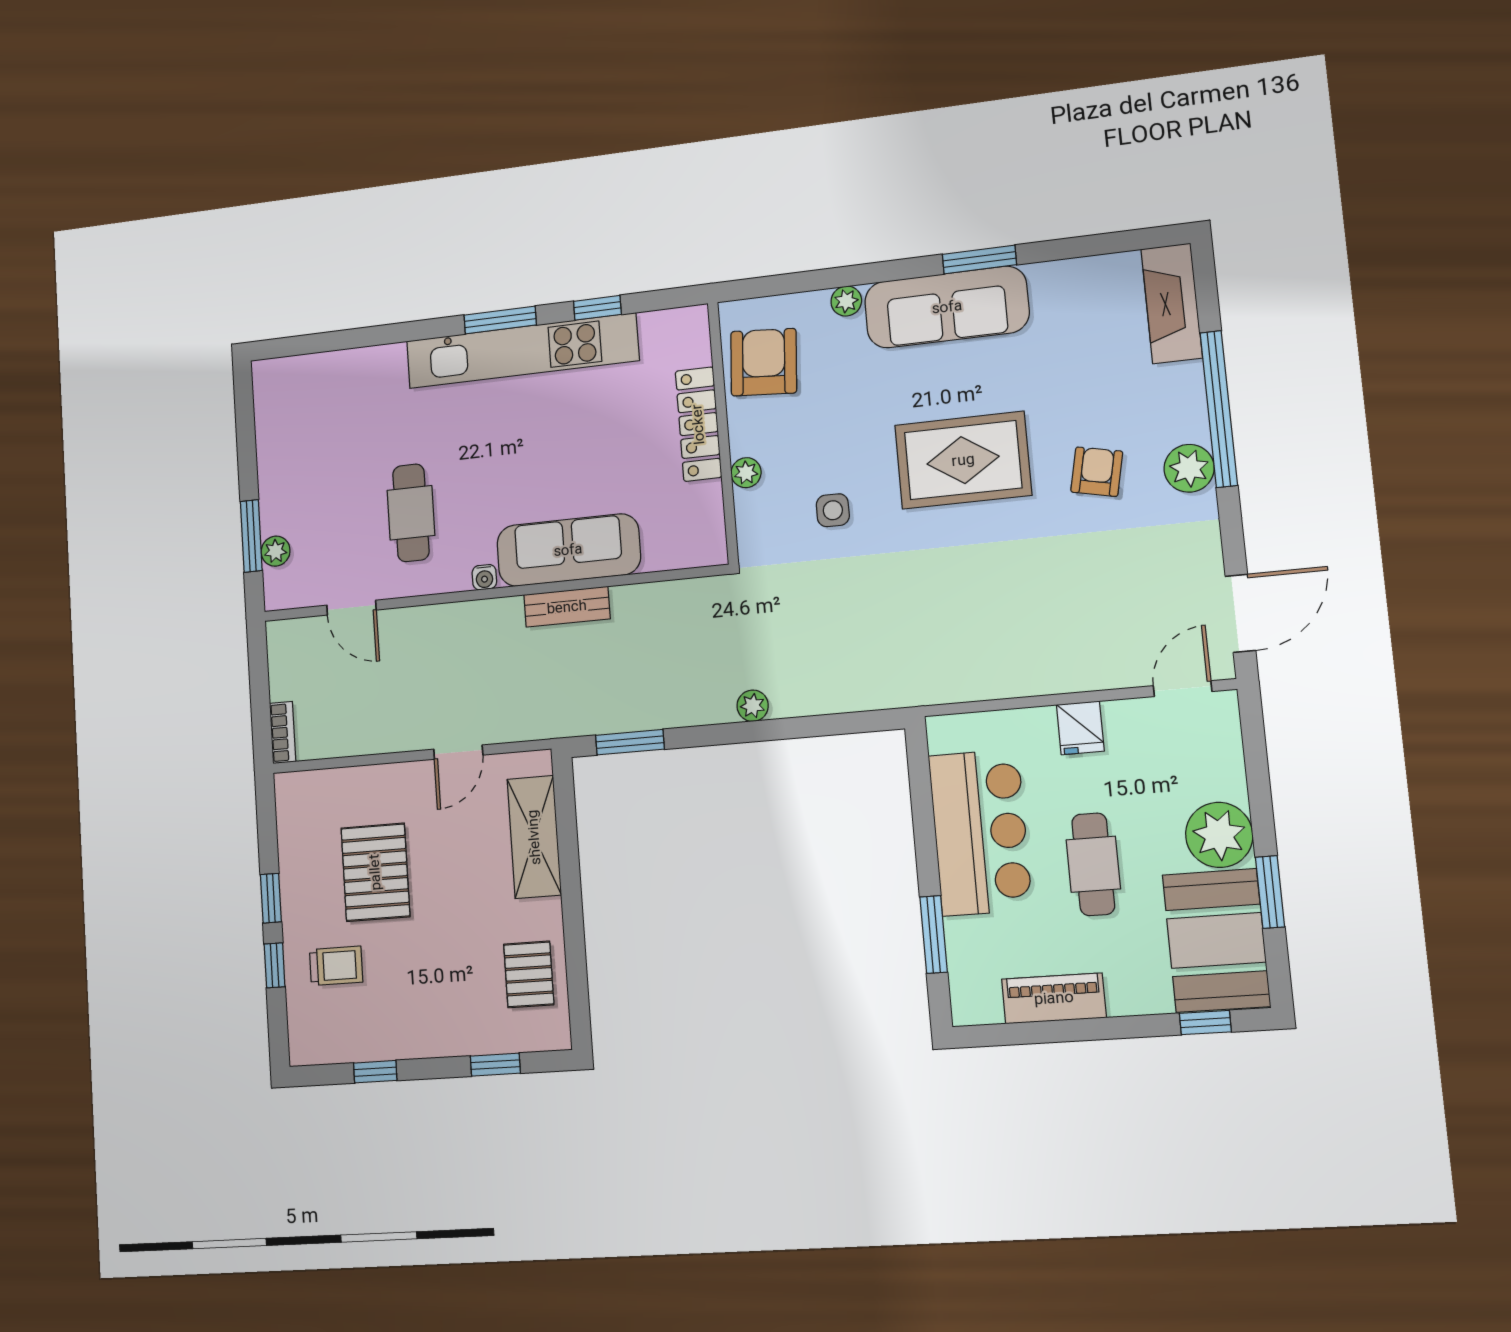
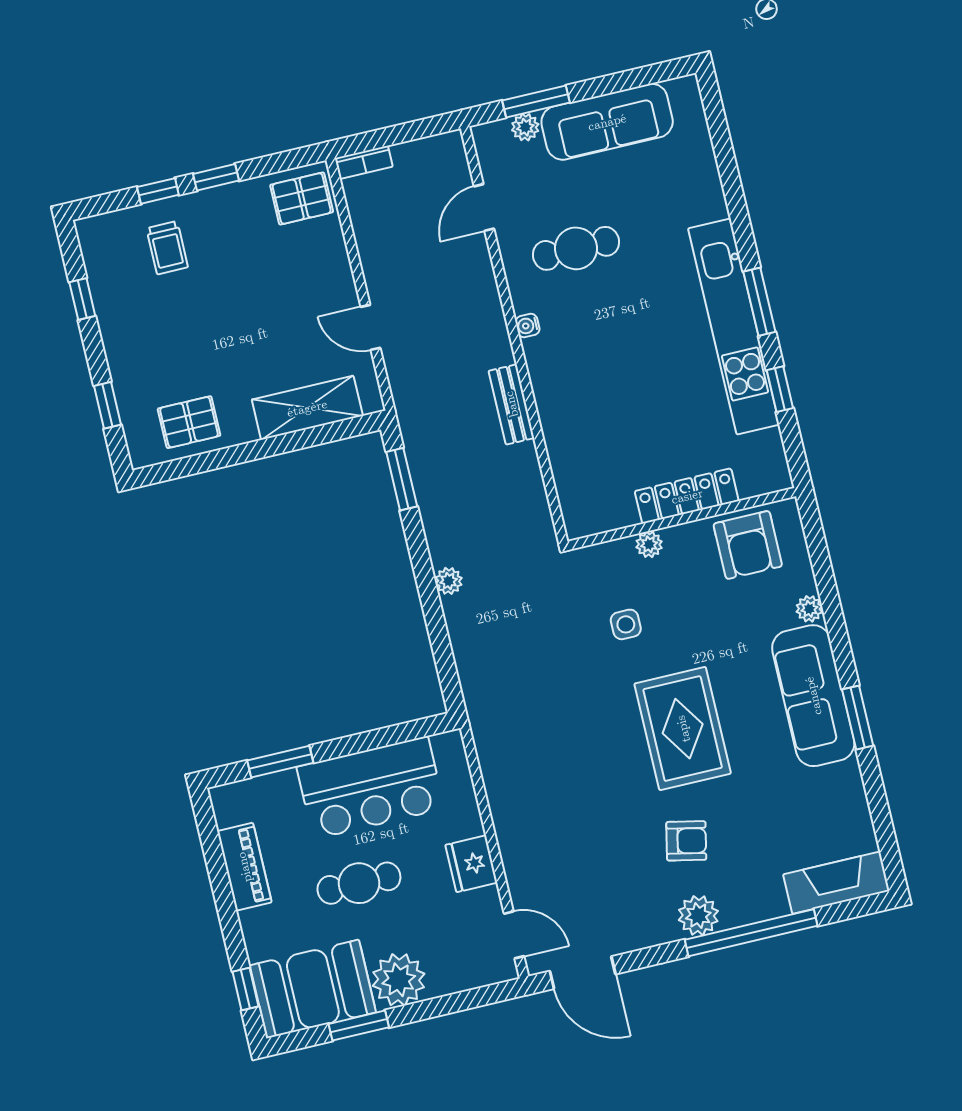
armchair: (764, 362) -> (748, 545), turned 86
sofa: (568, 550) -> (607, 122), moved, turned 90
fridge: (1080, 728) -> (471, 864), width x1.38
pallet: (375, 872) -> (302, 198), moved, width x0.67, depth x0.71

